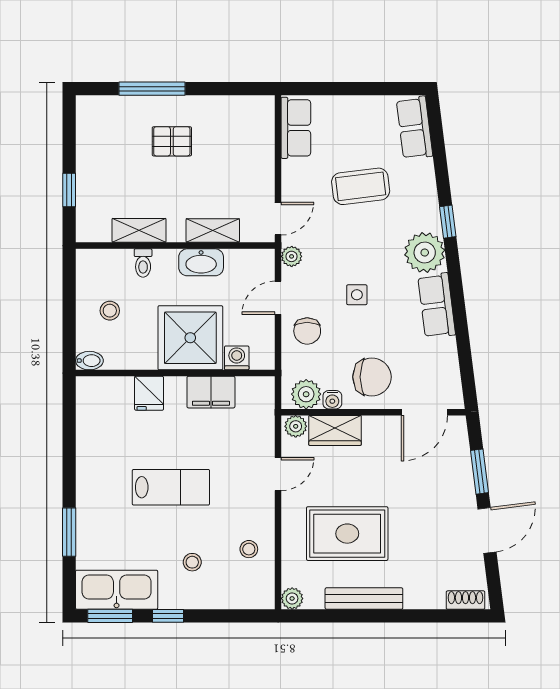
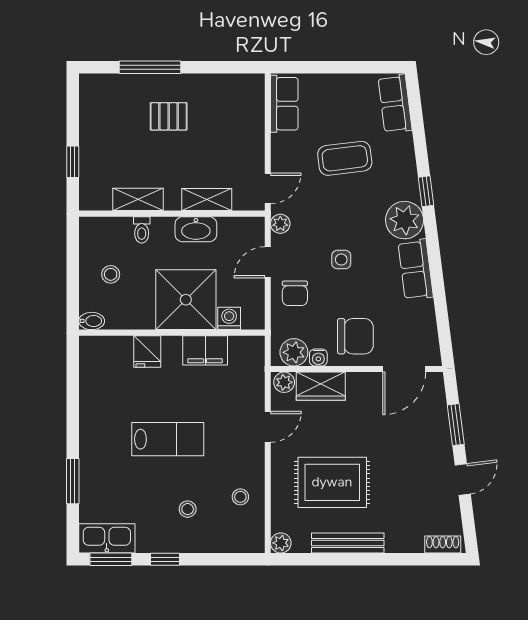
door: (487, 530) -> (463, 480), width x0.73
kitchen sink: (117, 590) -> (107, 538), width x0.73, depth x0.81

